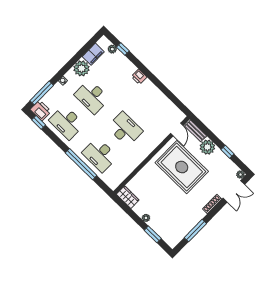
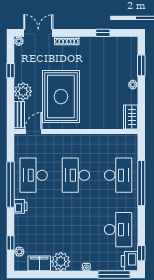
window: (158, 84) -> (11, 185), added
desk: (92, 97) -> (34, 175), moved, turned 180
window: (195, 231) -> (103, 33), width x0.46

